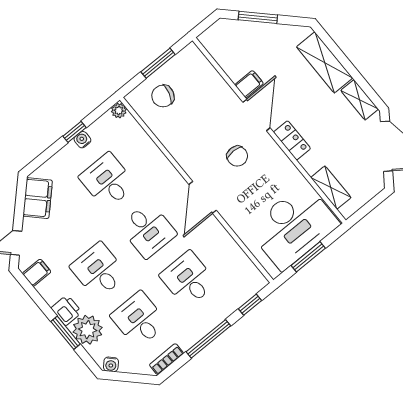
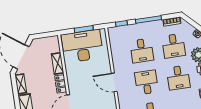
chair: (237, 156) -> (88, 91), removed
shelving: (331, 188) -> (58, 63), moved
door: (203, 197) -> (114, 82), swing flipped

